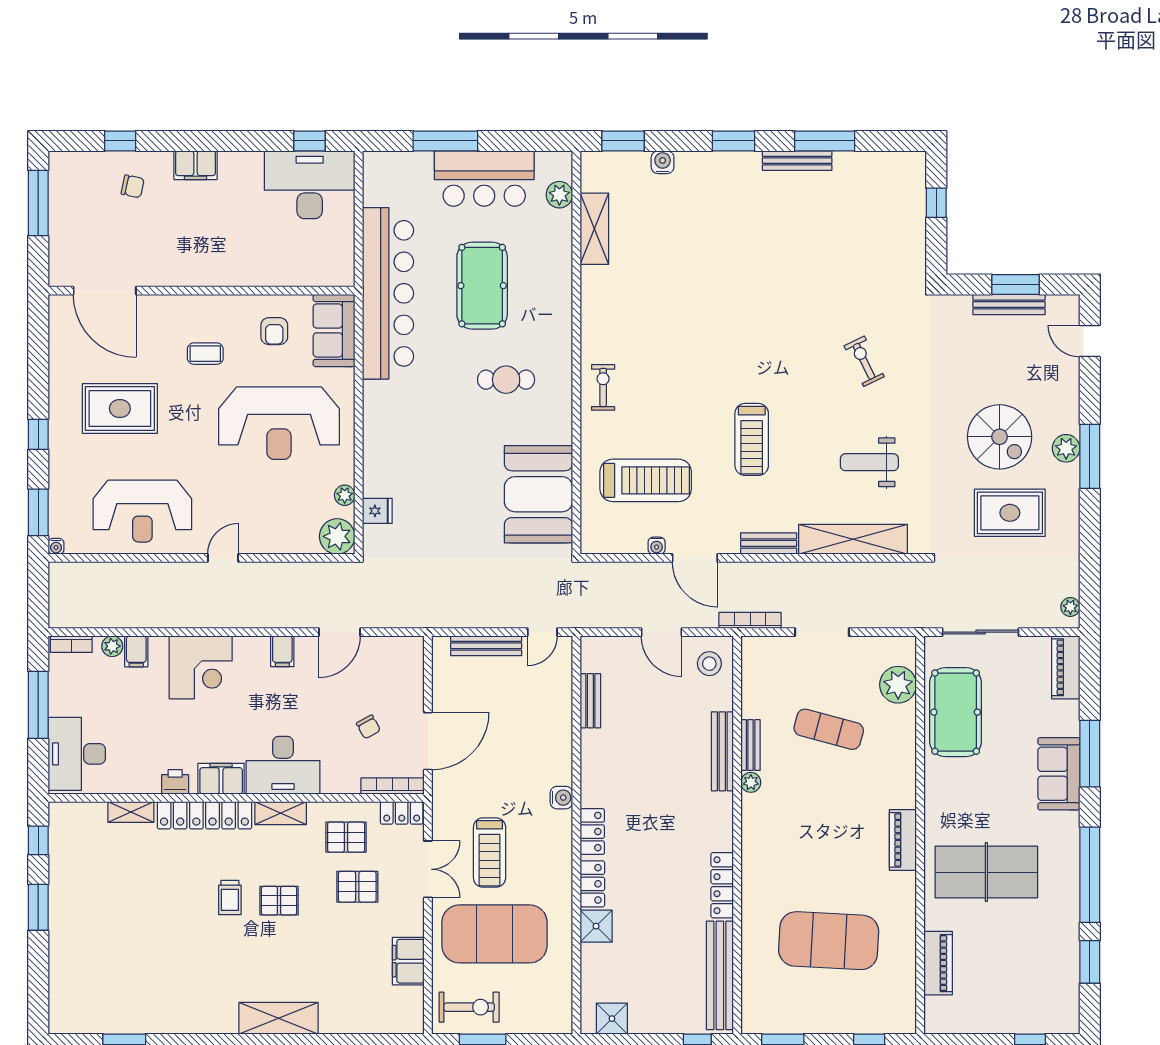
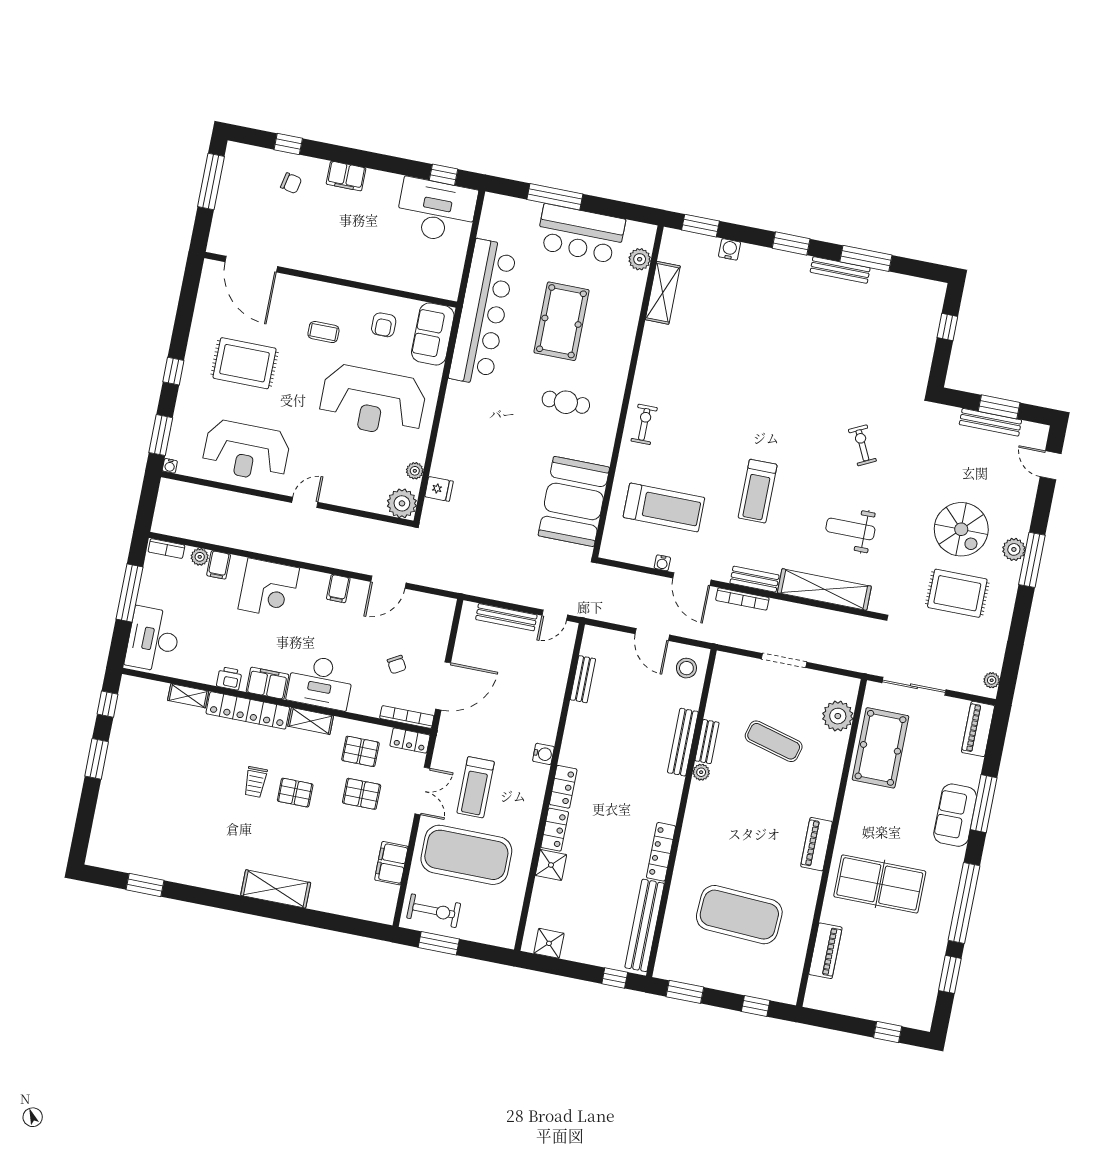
bookcase: (750, 620) -> (742, 599), moved, turned 180

